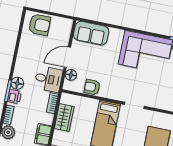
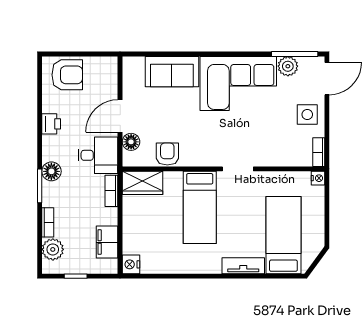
sofa: (91, 33) -> (172, 72), moved
armchair: (92, 87) -> (167, 154), turned 90
printer: (14, 97) -> (51, 124), moved
wardrobe: (64, 117) -> (142, 183), moved, turned 90

